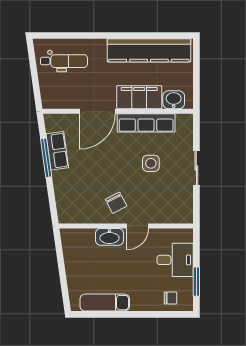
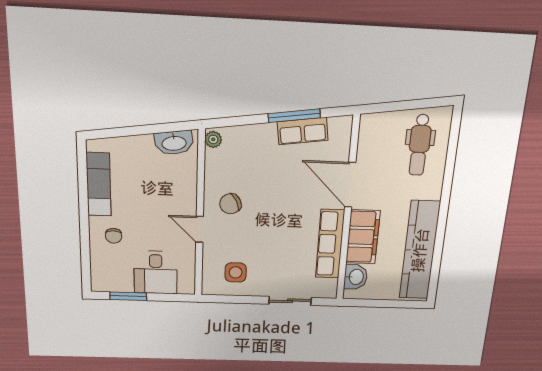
side table: (151, 163) -> (236, 272), moved
sliding door: (196, 168) -> (290, 301), moved
plant: (67, 217) -> (213, 139), added
washbasin: (109, 237) -> (174, 143), moved, turned -98
chair: (170, 298) -> (114, 236), moved

